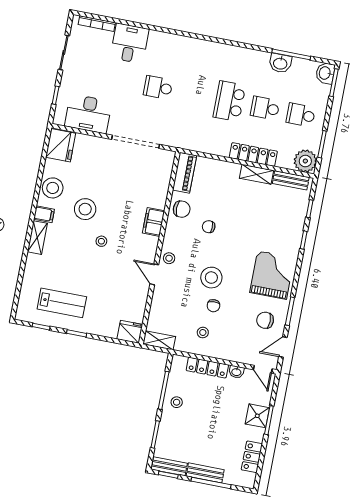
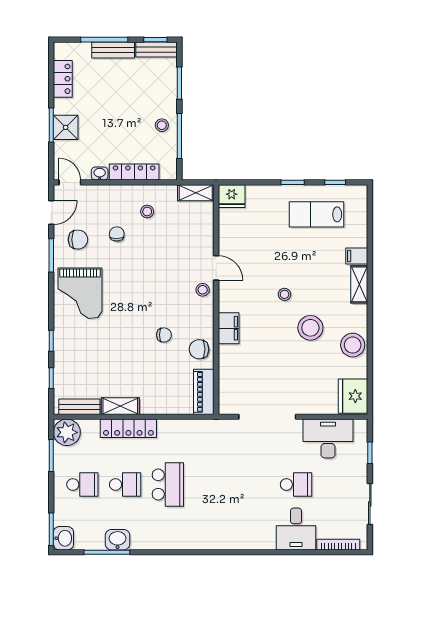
school desk: (158, 87) -> (296, 485), moved
filing cabinet: (44, 214) -> (357, 256), moved
stool: (211, 278) -> (149, 277), removed
chair: (213, 306) -> (117, 234), moved

